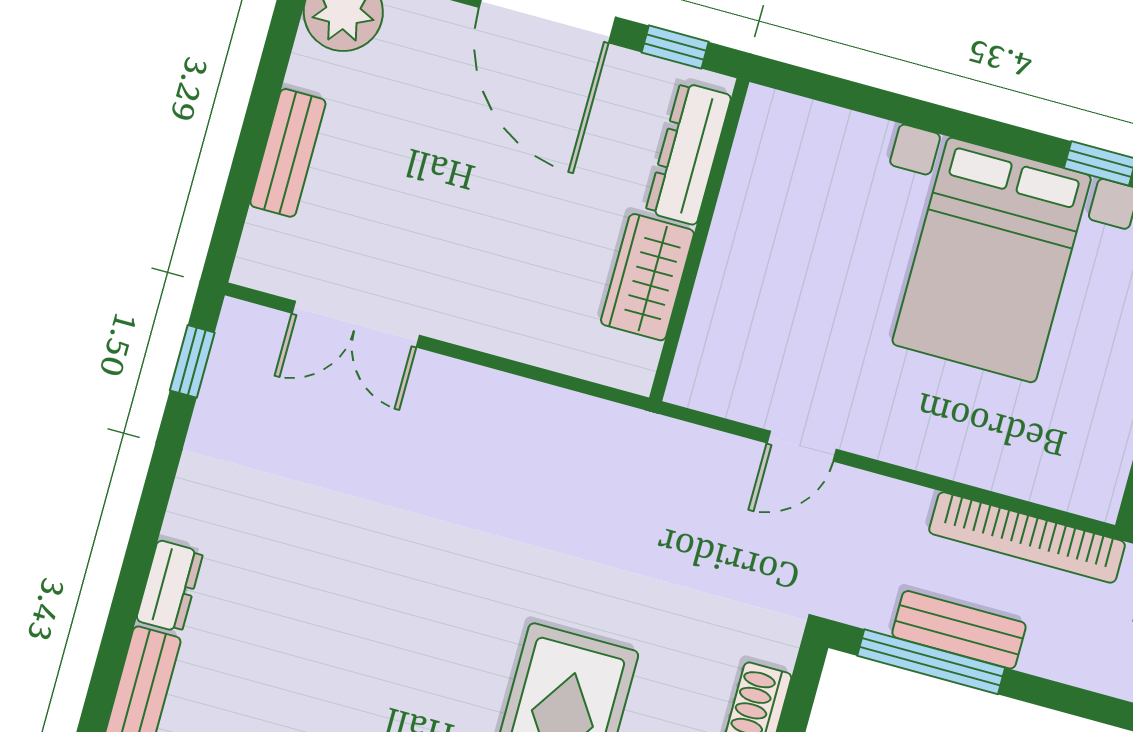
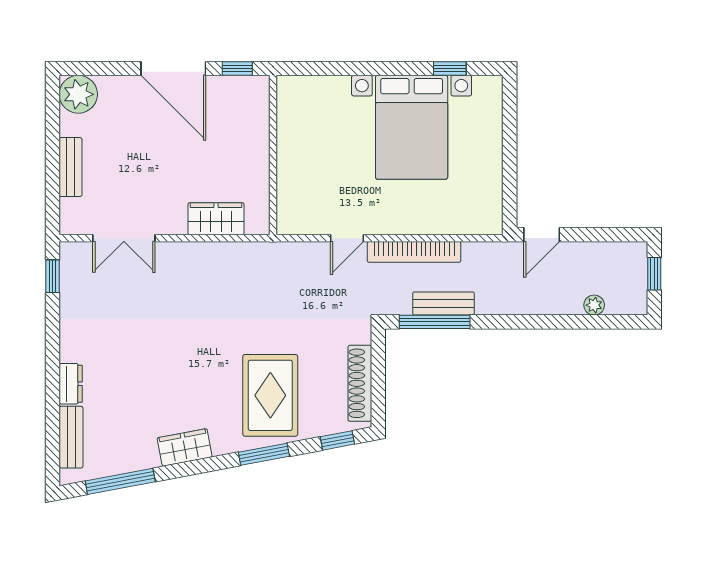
dresser: (688, 154) -> (257, 116), removed
wardrobe: (647, 277) -> (216, 219), moved, turned 90
bookcase: (1027, 537) -> (414, 252), moved

